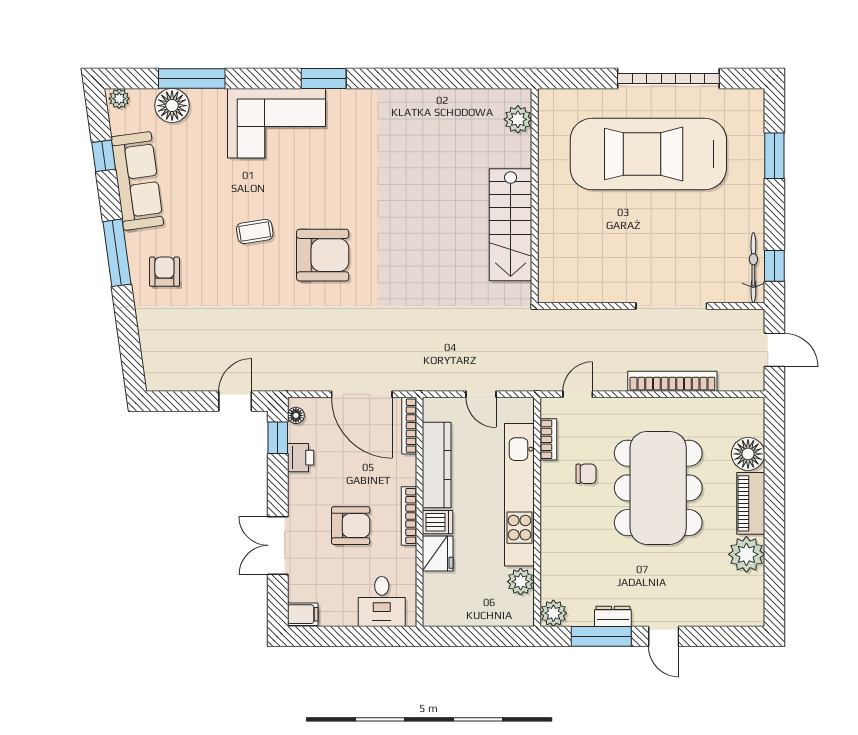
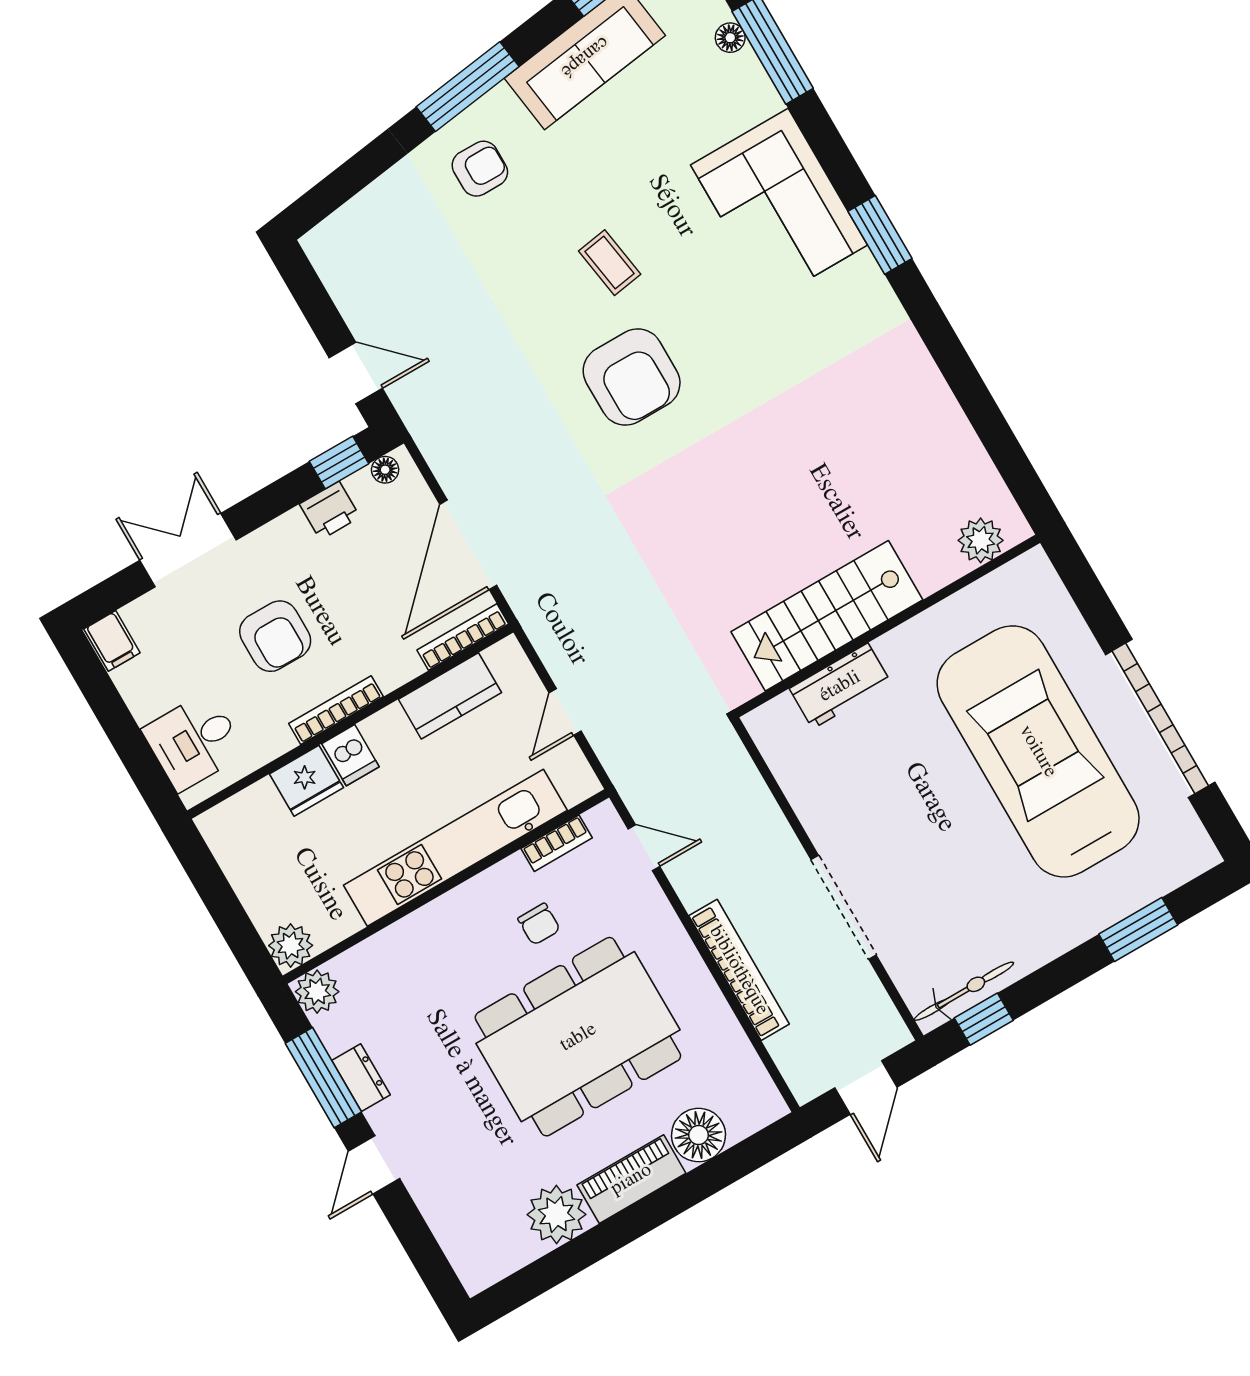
floor lamp: (172, 106) -> (730, 38), width x0.53, depth x0.53
workbench: (552, 239) -> (840, 686), added
kitchen counter: (437, 465) -> (450, 696), width x0.67
plant: (521, 582) -> (291, 946), moved

